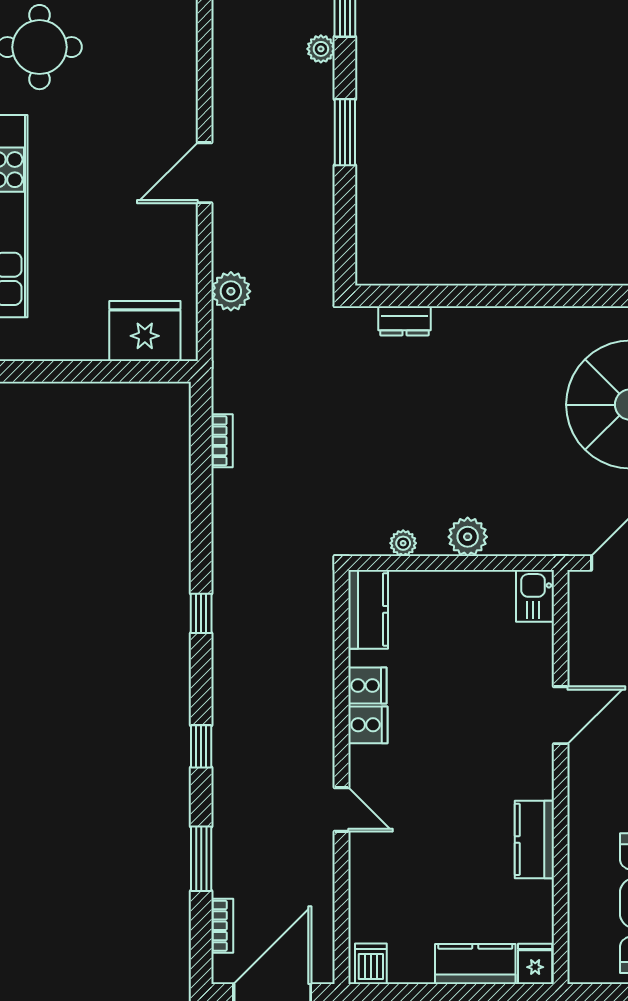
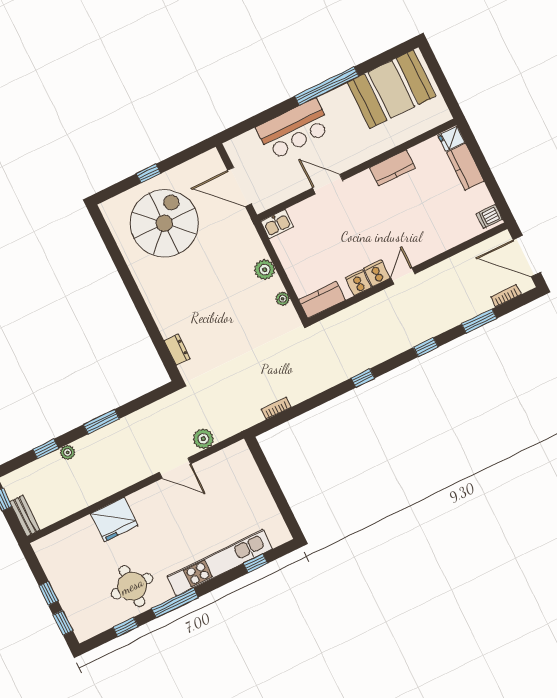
door: (205, 173) -> (175, 468), moved
fridge: (145, 331) -> (114, 520), moved, turned -90
door: (342, 810) -> (403, 276), moved

